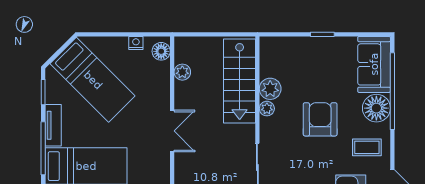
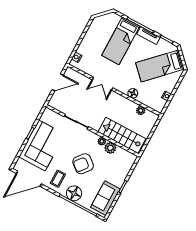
floor lamp: (161, 51) -> (133, 93), moved
sofa: (374, 64) -> (105, 198), moved, turned -90
armchair: (320, 119) -> (83, 164), turned 129
double door: (172, 131) -> (102, 84), moved

